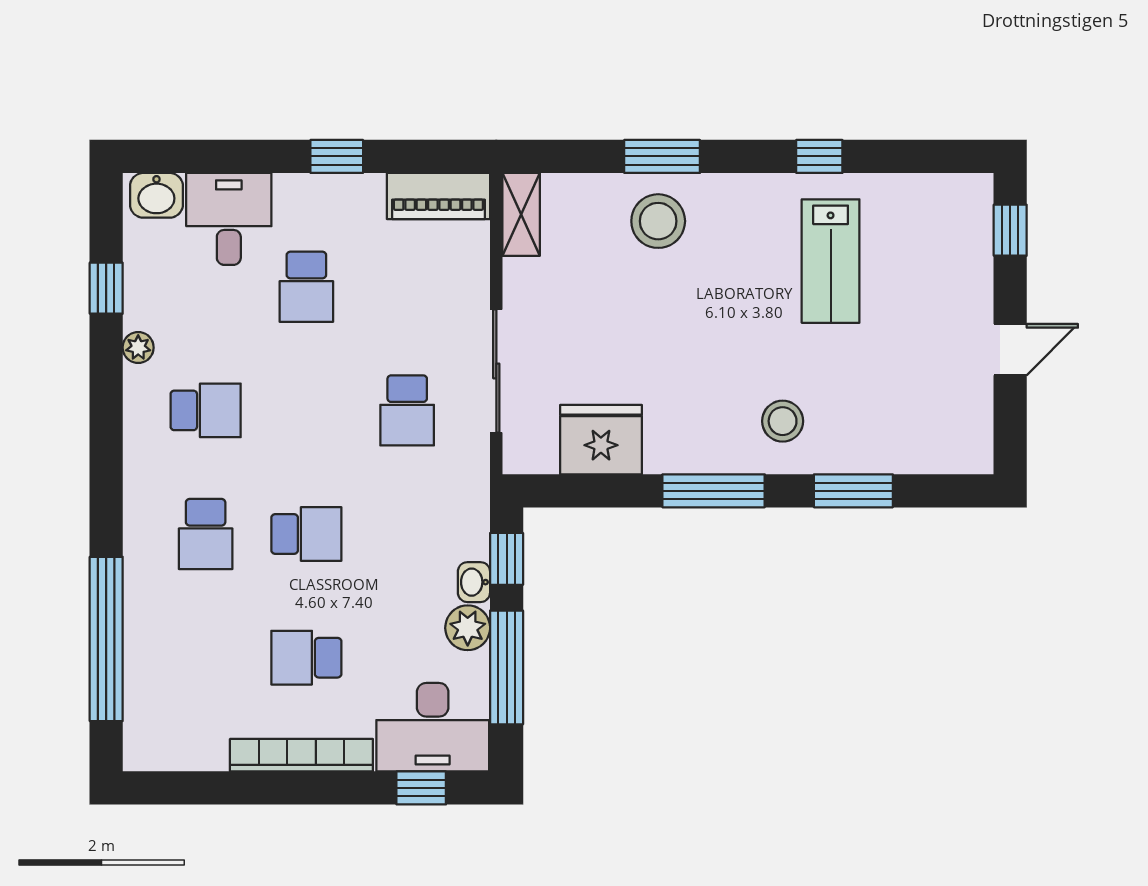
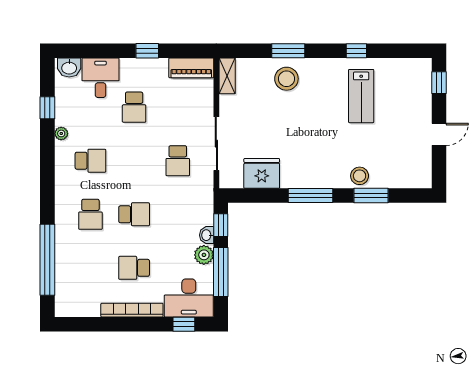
stool: (783, 421) -> (360, 176), moved

